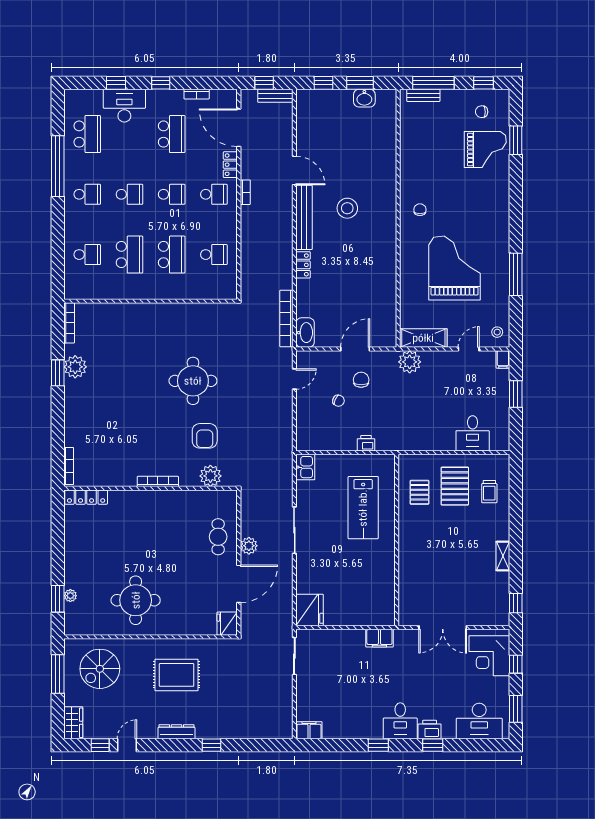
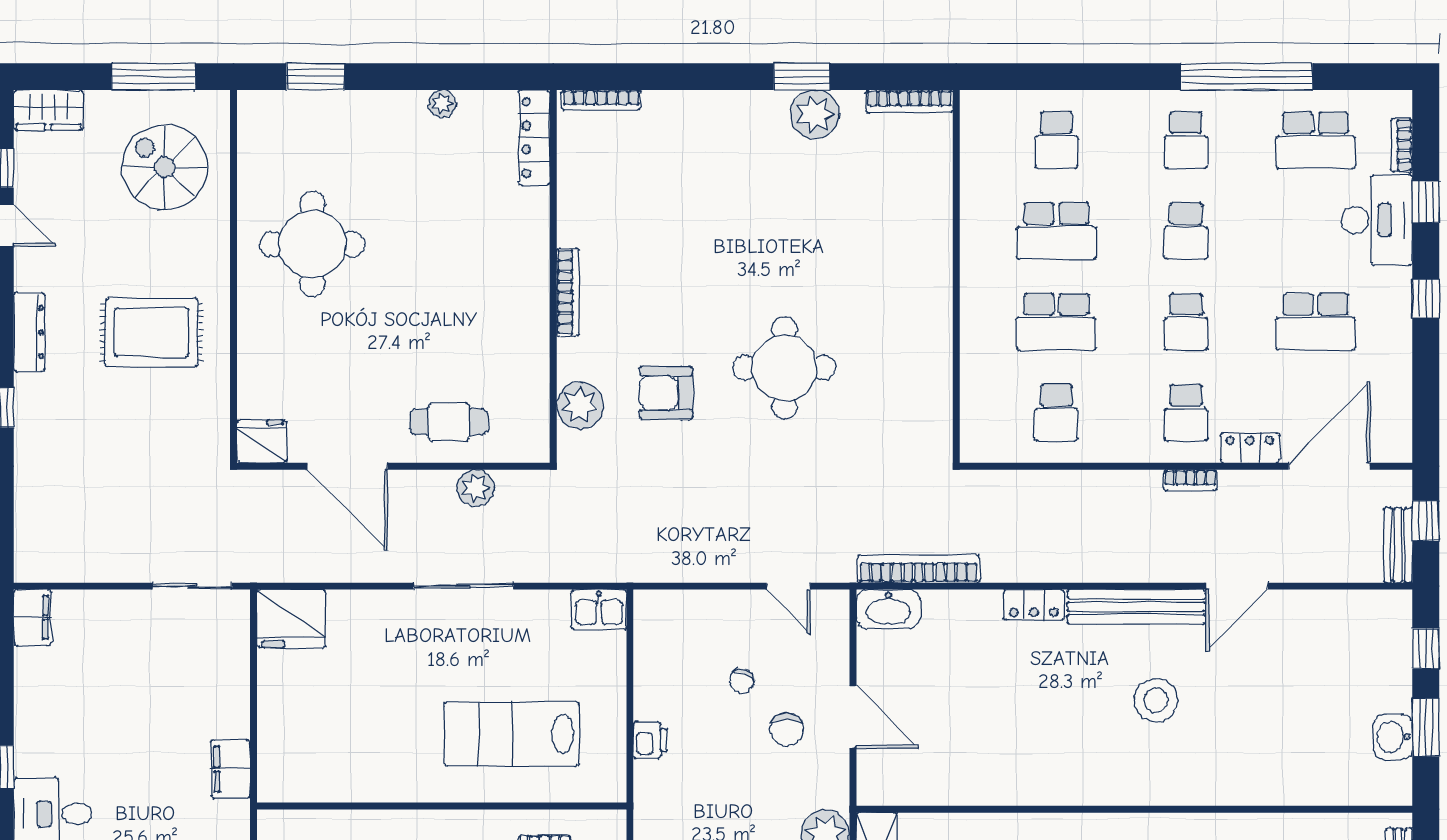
bookcase: (197, 94) -> (1402, 145), moved
chair: (361, 380) -> (787, 730), turned 90
plant: (249, 546) -> (476, 488), moved
plant: (70, 596) -> (442, 104), moved
rug: (176, 675) -> (151, 332), turned 90

